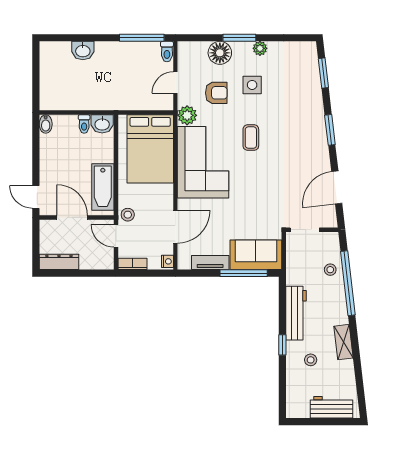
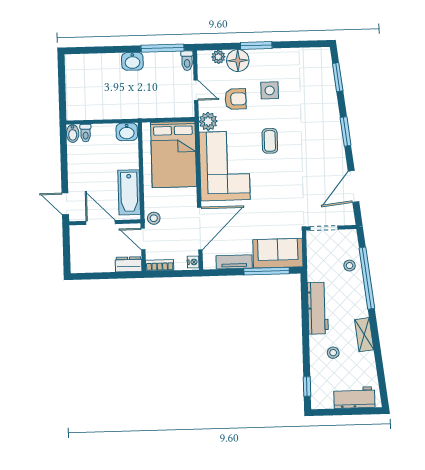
plant: (260, 48) -> (218, 57), moved
washbasin: (83, 51) -> (132, 61), moved
door: (175, 82) -> (196, 90), swing flipped
toilet: (84, 124) -> (86, 133), moved
door: (175, 227) -> (200, 229), width x1.36
dresser: (59, 262) -> (129, 264), moved, width x0.70
window: (282, 345) -> (307, 387), moved

